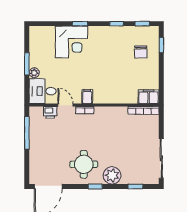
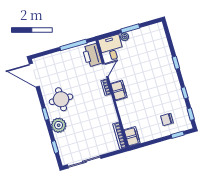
corner desk: (72, 42) -> (159, 60), removed
filing cabinet: (87, 97) -> (119, 90), width x2.00
printer: (50, 112) -> (92, 55), width x1.87, depth x1.48

